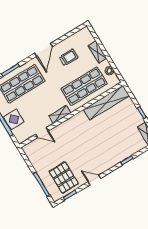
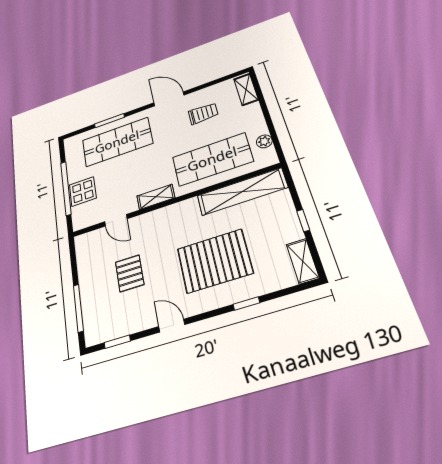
door: (44, 50) -> (169, 99), swing flipped
shelving: (97, 52) -> (246, 89), moved
pallet: (105, 143) -> (215, 261), added
pallet: (64, 178) -> (130, 273), moved, width x0.67, depth x0.71

